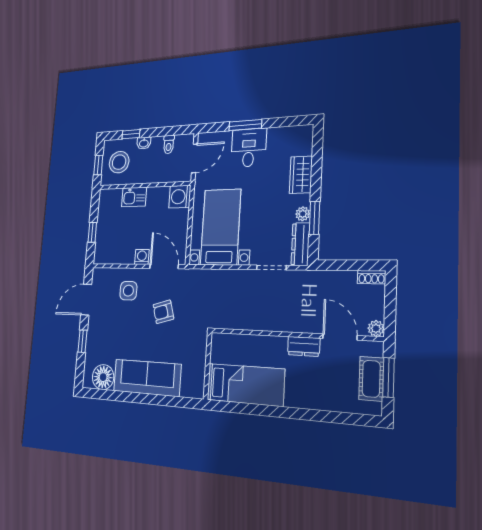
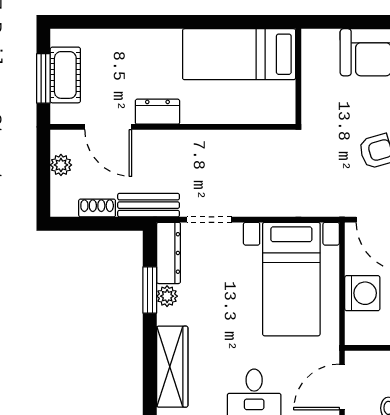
wardrobe: (301, 175) -> (172, 367), width x1.50
washing machine: (180, 197) -> (362, 293), moved
shoe rack: (371, 277) -> (97, 208), moved
bench: (313, 278) -> (149, 205), added
plant: (376, 328) -> (61, 165), moved

